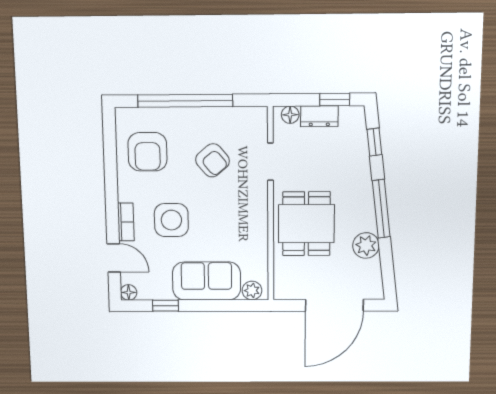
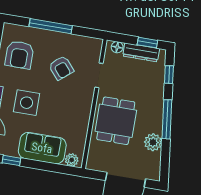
window: (185, 101) -> (51, 26), width x0.68
dresser: (319, 116) -> (141, 52), width x1.44

